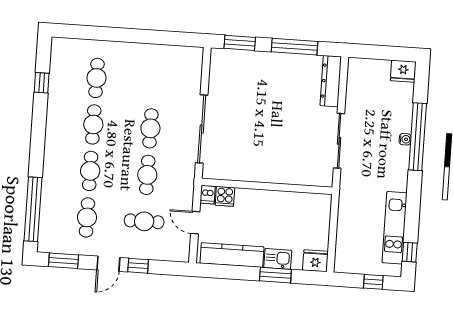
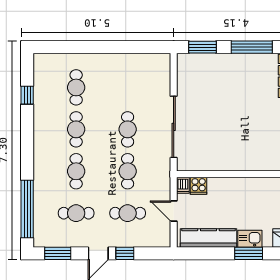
cafe table: (87, 217) -> (76, 213), turned 90

